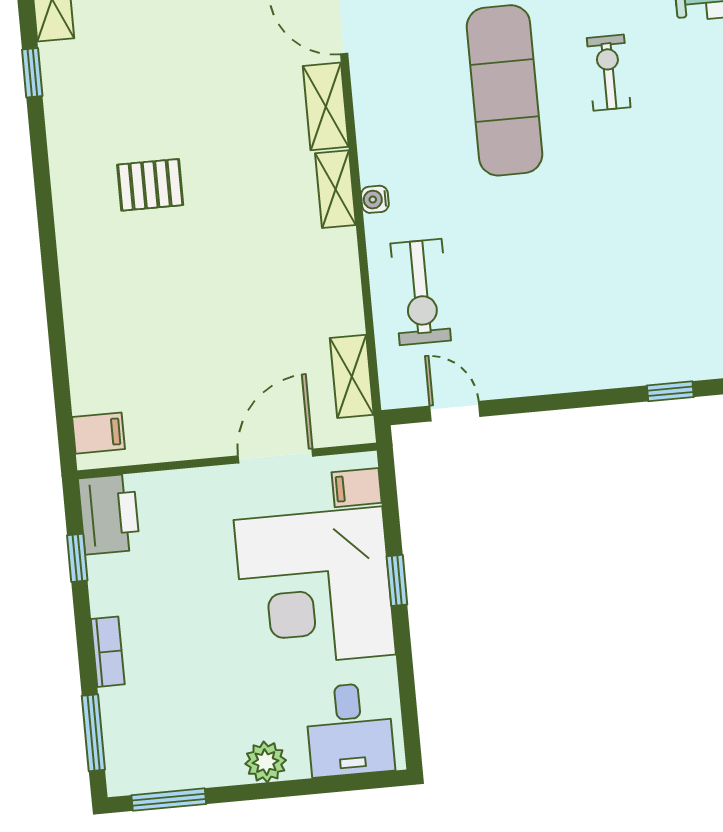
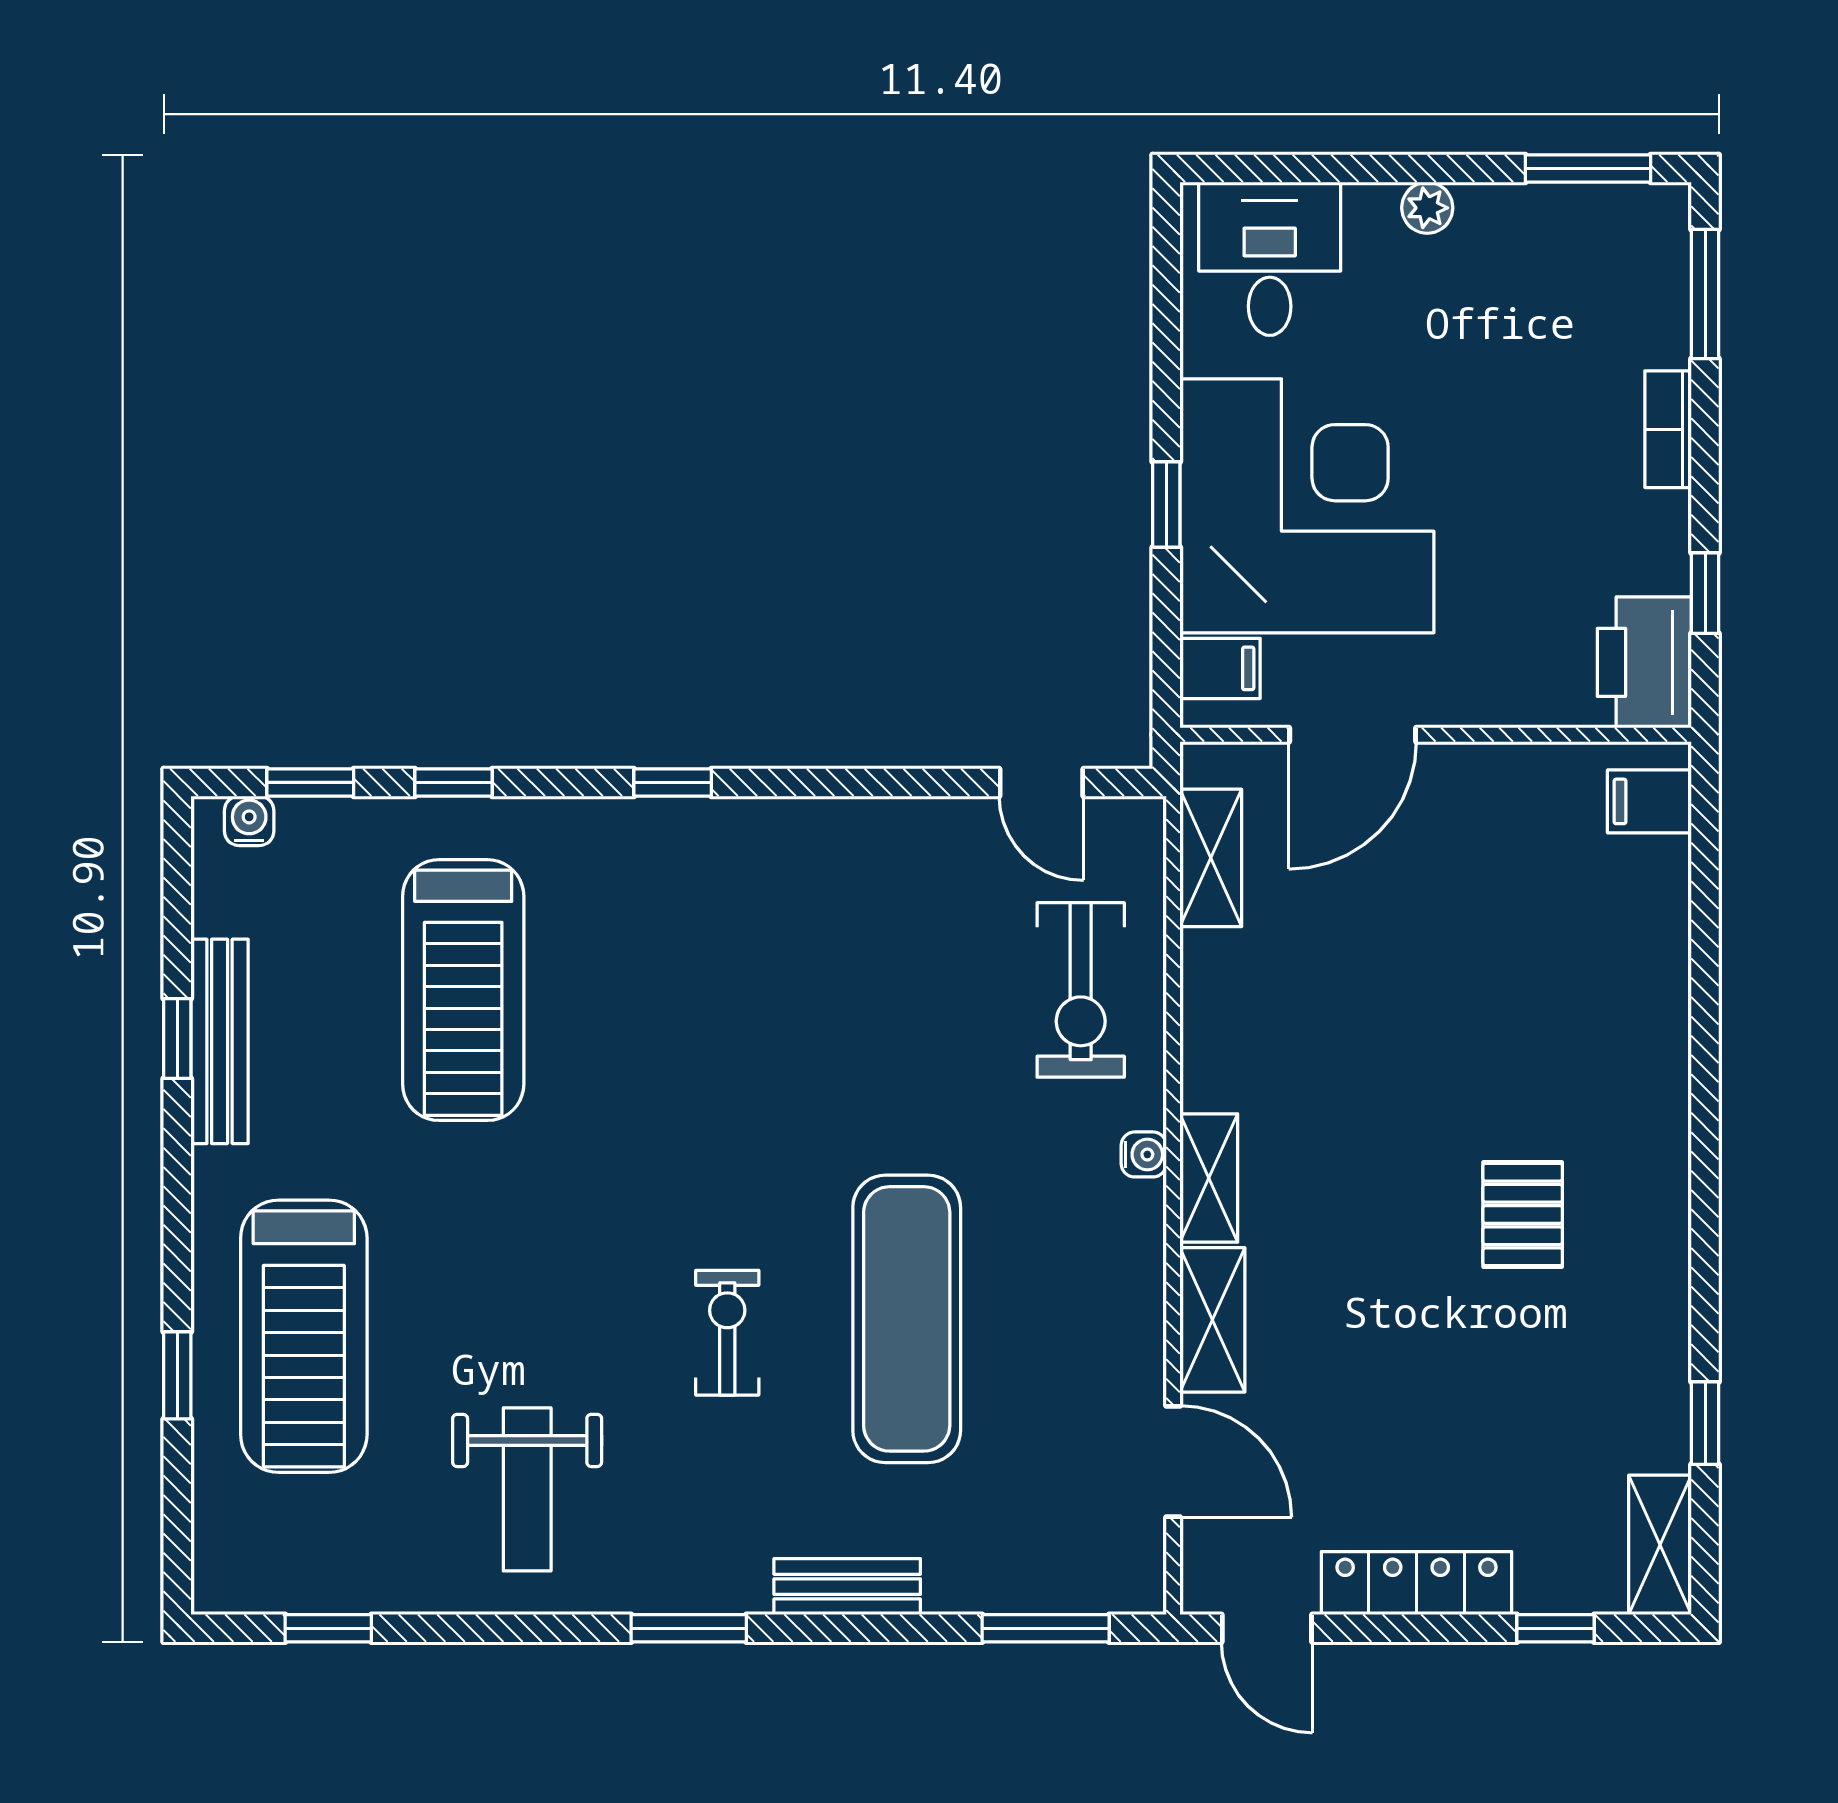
exercise bike: (609, 73) -> (727, 1333), turned 180
pallet: (150, 185) -> (1523, 1214), turned 90
exercise bike: (421, 292) -> (1081, 990), turned 180
plant: (266, 762) -> (1427, 208), width x0.73, depth x0.73

